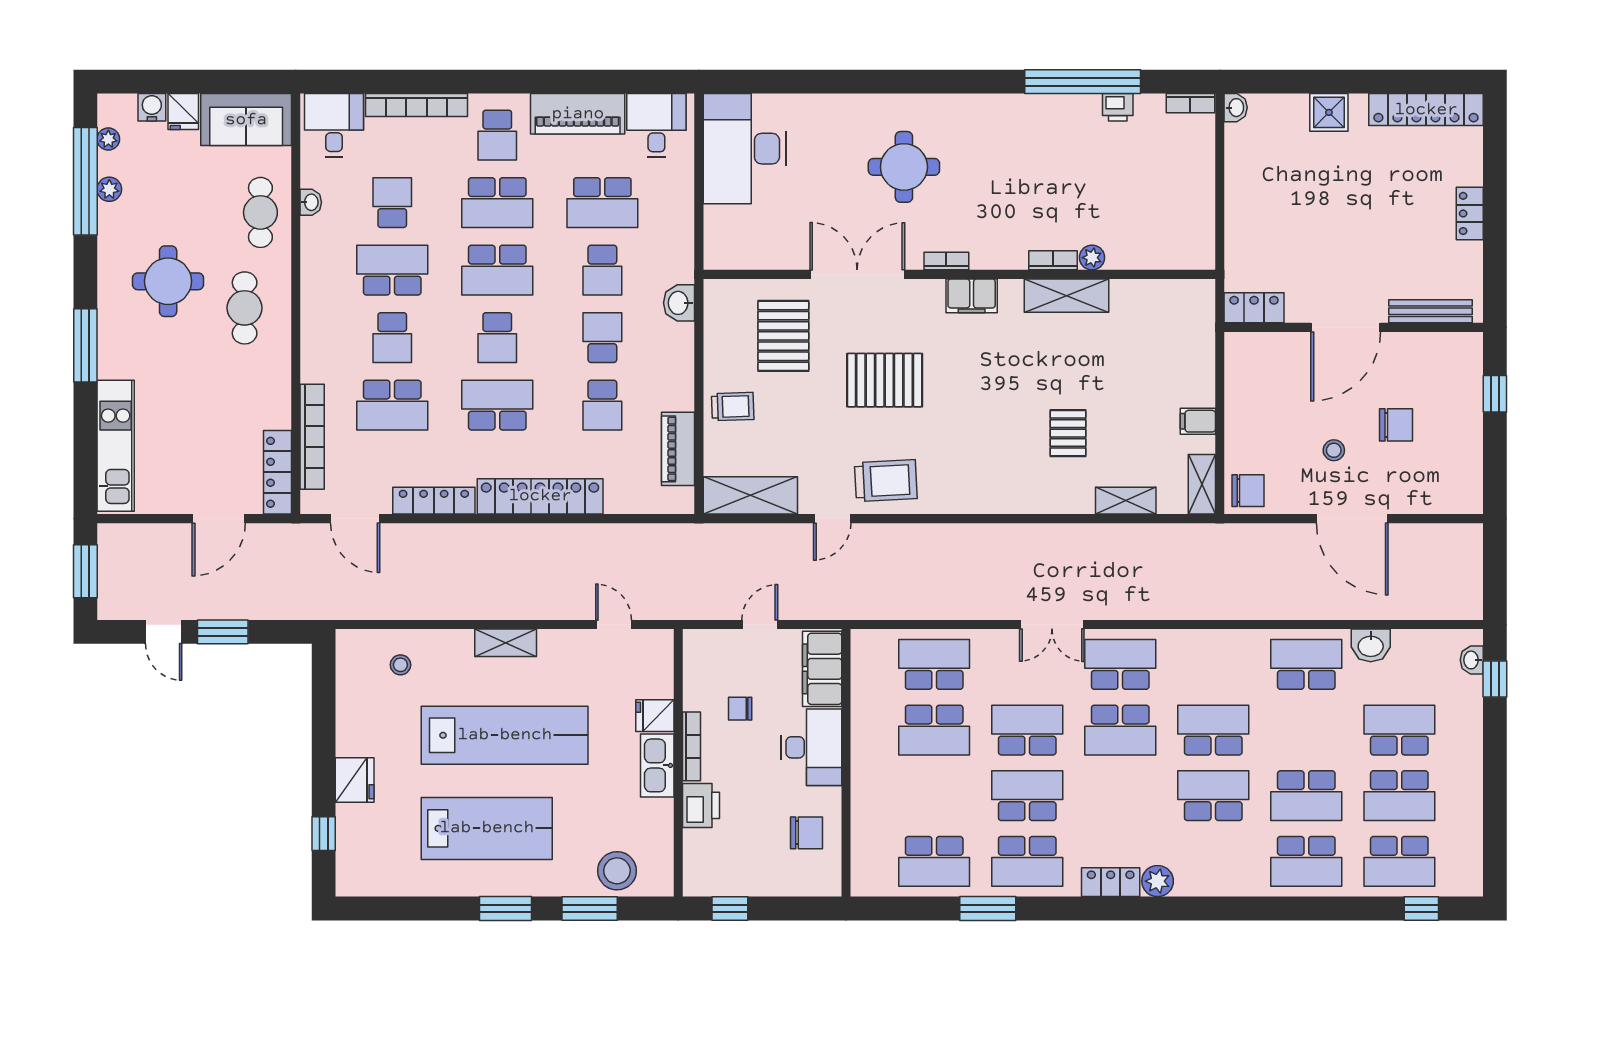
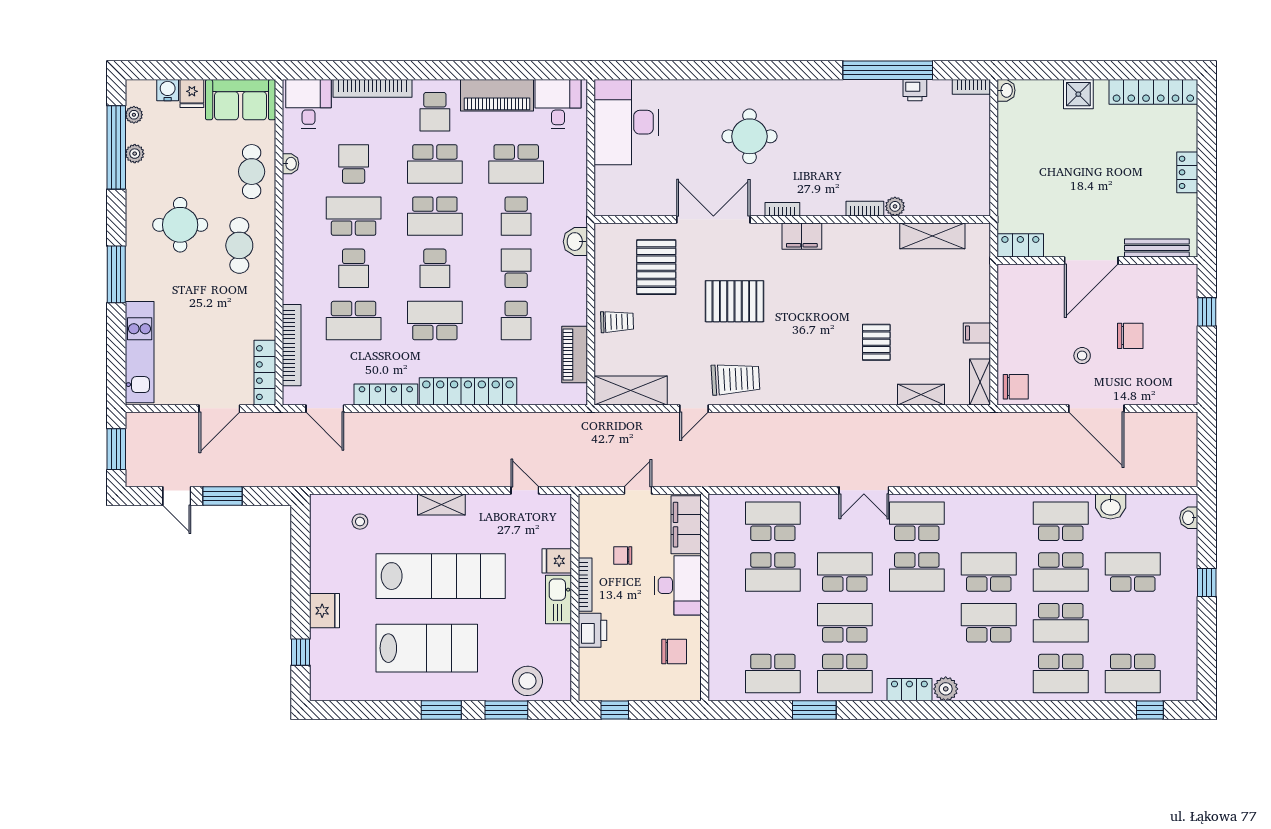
shelving: (1066, 296) -> (932, 236), moved
window: (1495, 679) -> (1207, 582), moved
school desk: (1399, 796) -> (1061, 572), moved

